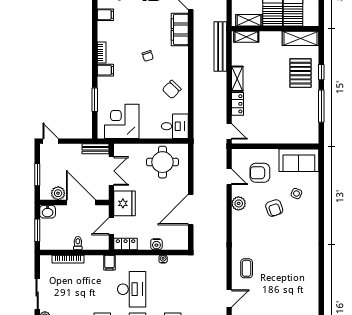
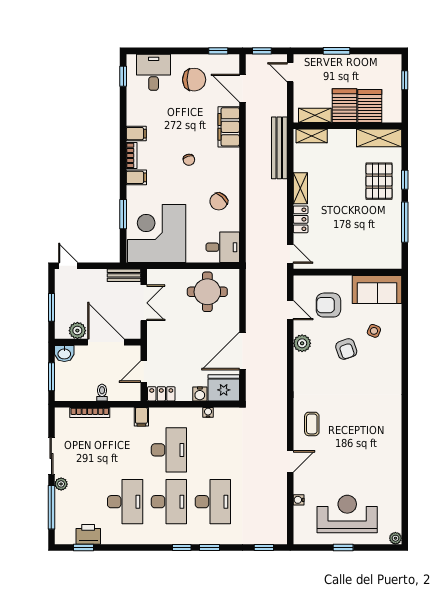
filing cabinet: (105, 15) -> (136, 134), moved
corner desk: (122, 121) -> (157, 233), width x1.36, depth x1.36
fridge: (125, 203) -> (224, 388), moved, turned -90

